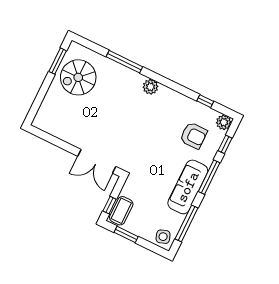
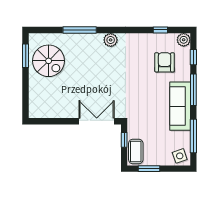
spiral stairs: (78, 77) -> (49, 61), turned -90
armchair: (194, 136) -> (165, 62), turned -90
double door: (97, 161) -> (97, 121), swing flipped
window: (110, 205) -> (124, 140), moved

